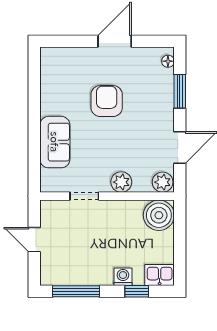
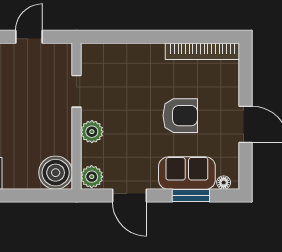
bookcase: (48, 81) -> (202, 51), added
sofa: (55, 142) -> (187, 173), moved, turned 180

